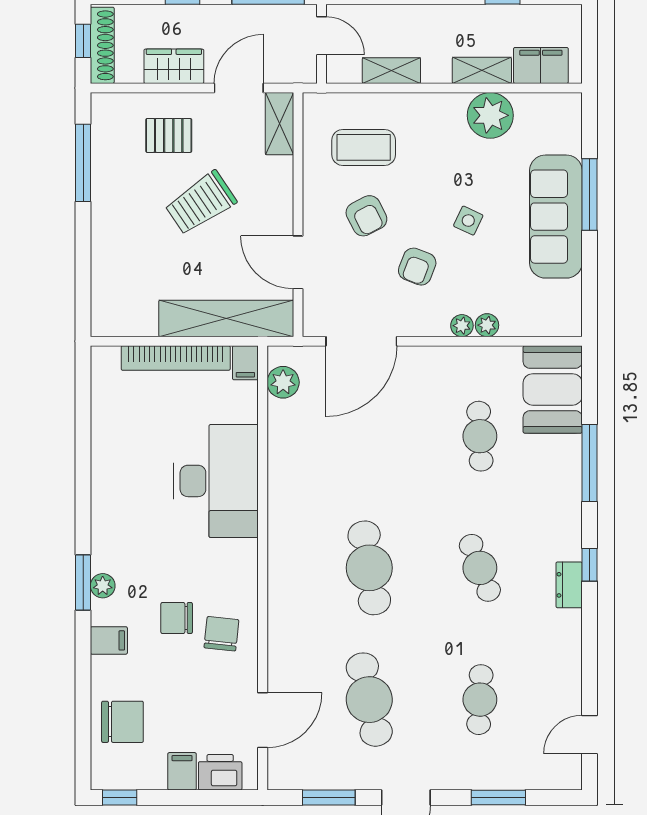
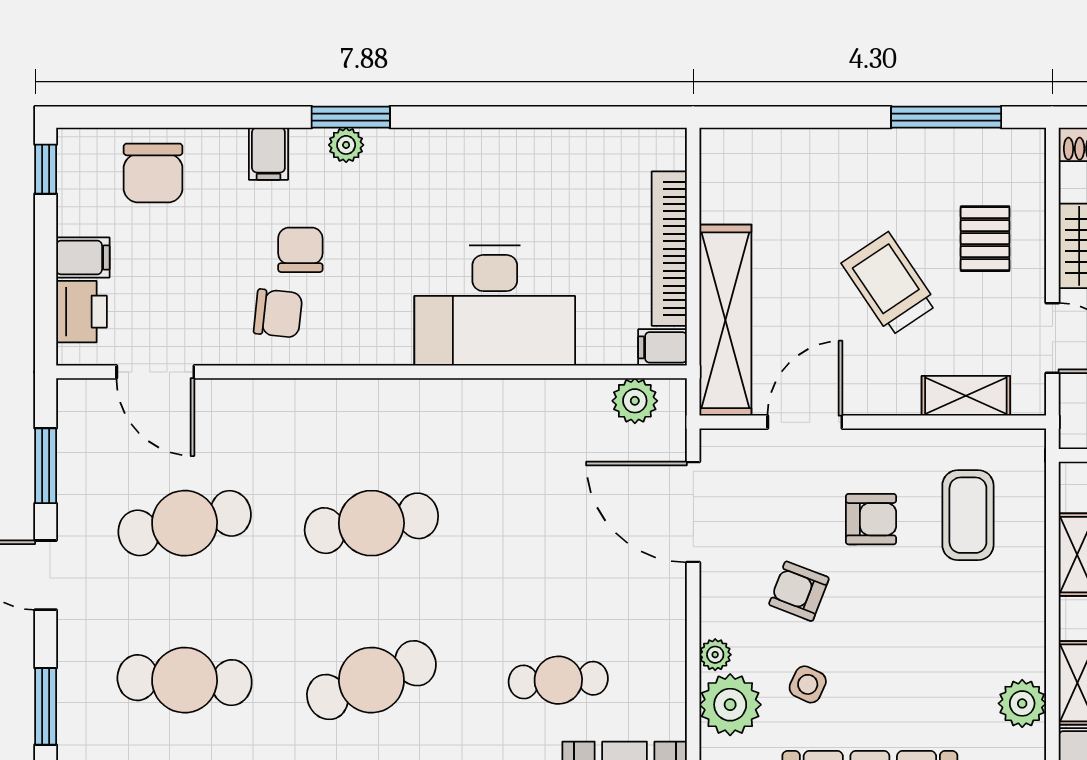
plant: (490, 115) -> (1022, 703), width x0.73, depth x0.73
shelving: (280, 124) -> (966, 396), moved
armchair: (366, 216) -> (871, 519), turned -153
side table: (468, 221) -> (808, 684), moved
plant: (487, 325) -> (730, 705), width x1.87, depth x1.87
cafe table: (480, 568) -> (371, 680), width x1.37, depth x1.35
cafe table: (480, 700) -> (185, 680), width x1.37, depth x1.35

